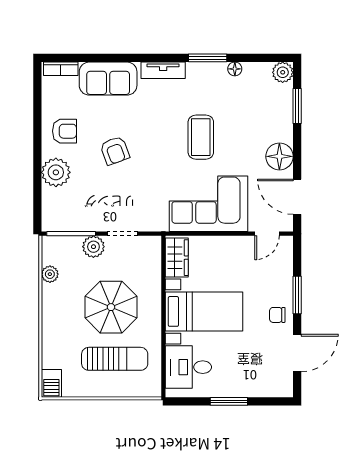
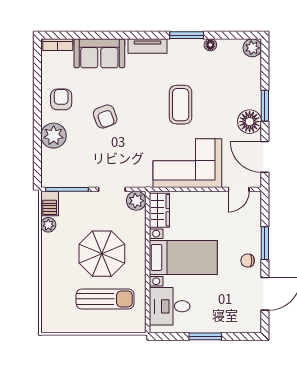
window: (297, 106) -> (265, 106), moved
armchair: (65, 131) -> (61, 99), turned -90
plant: (93, 247) -> (136, 201), moved
barbecue: (51, 383) -> (50, 204), moved

